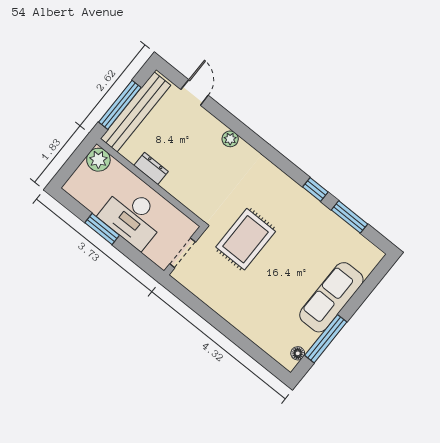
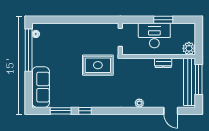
rug: (246, 239) -> (98, 65), turned 90
sofa: (331, 297) -> (41, 87), moved
window: (326, 339) -> (29, 50), width x1.46

